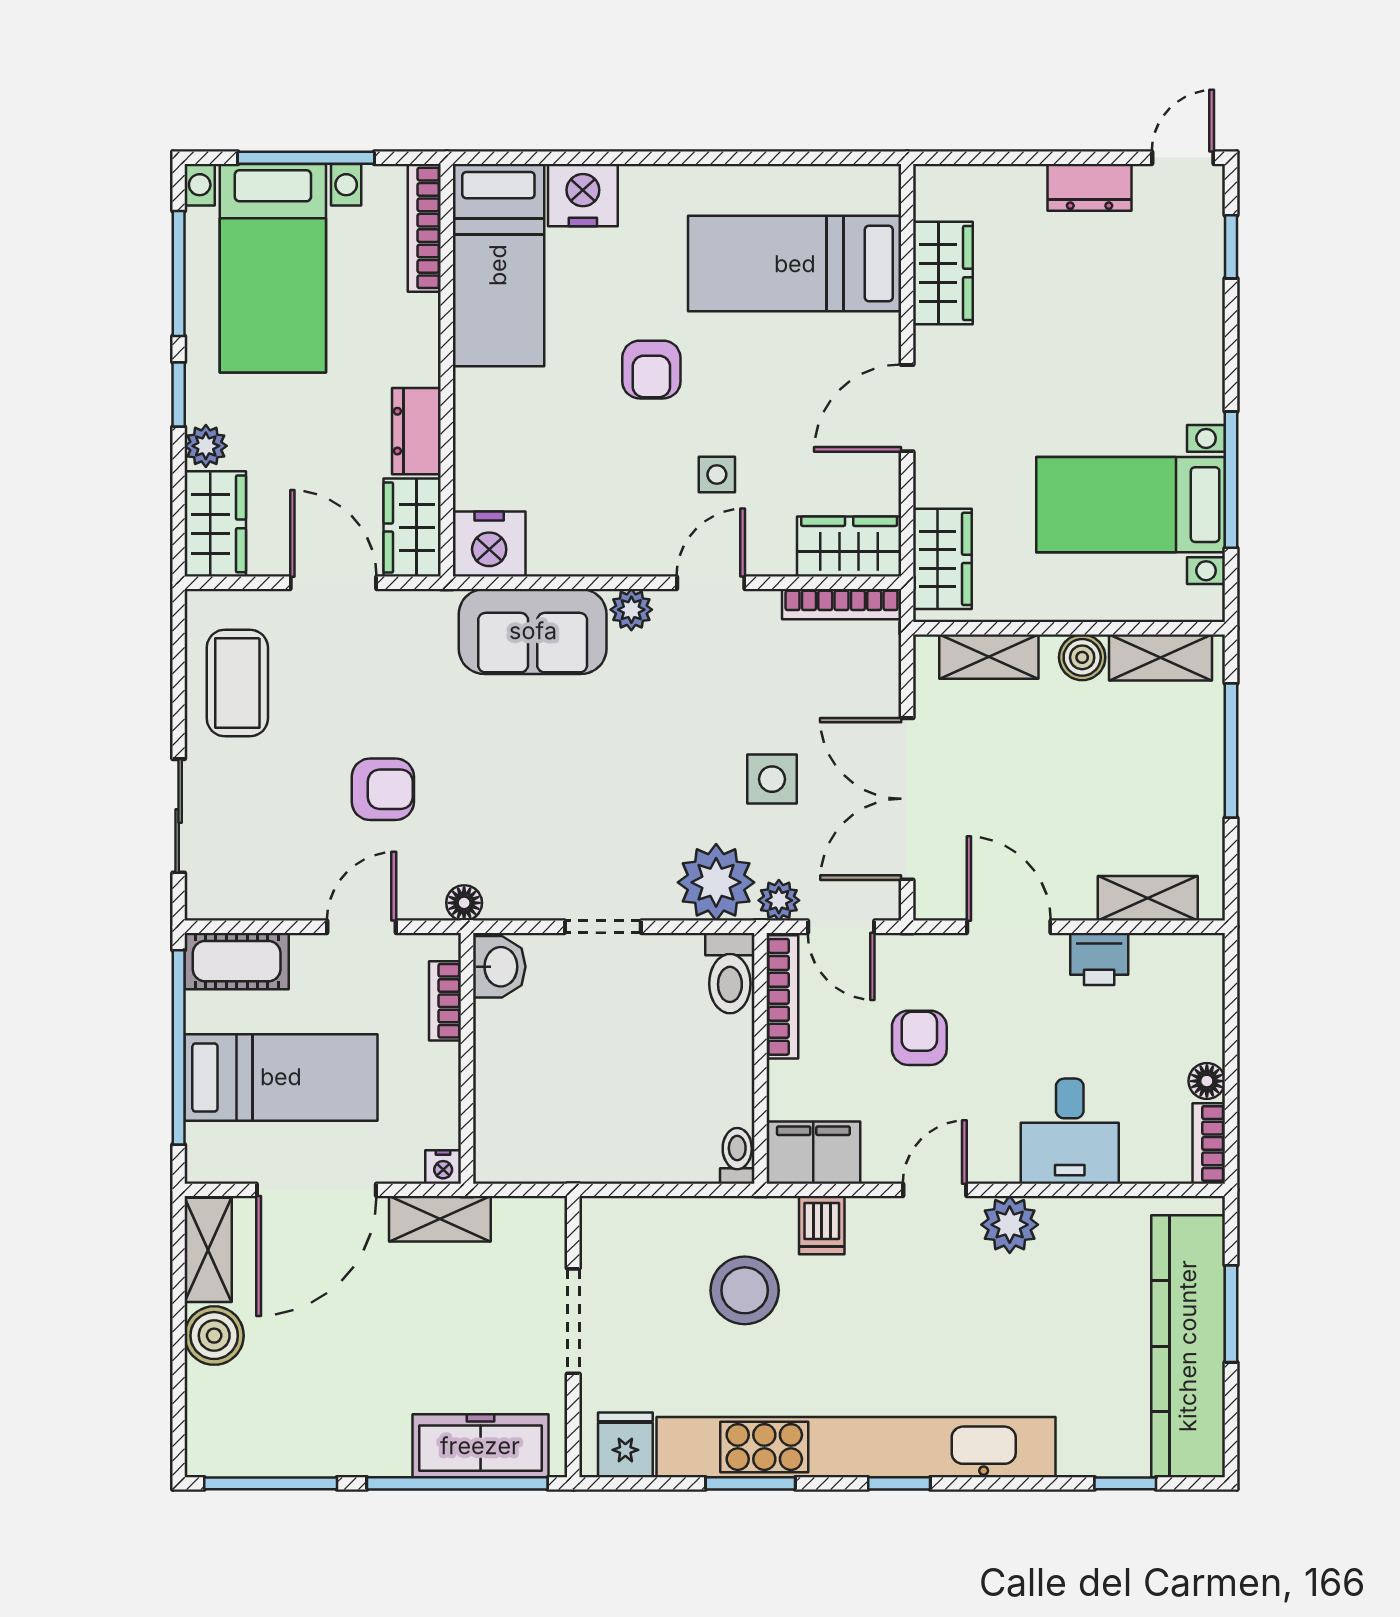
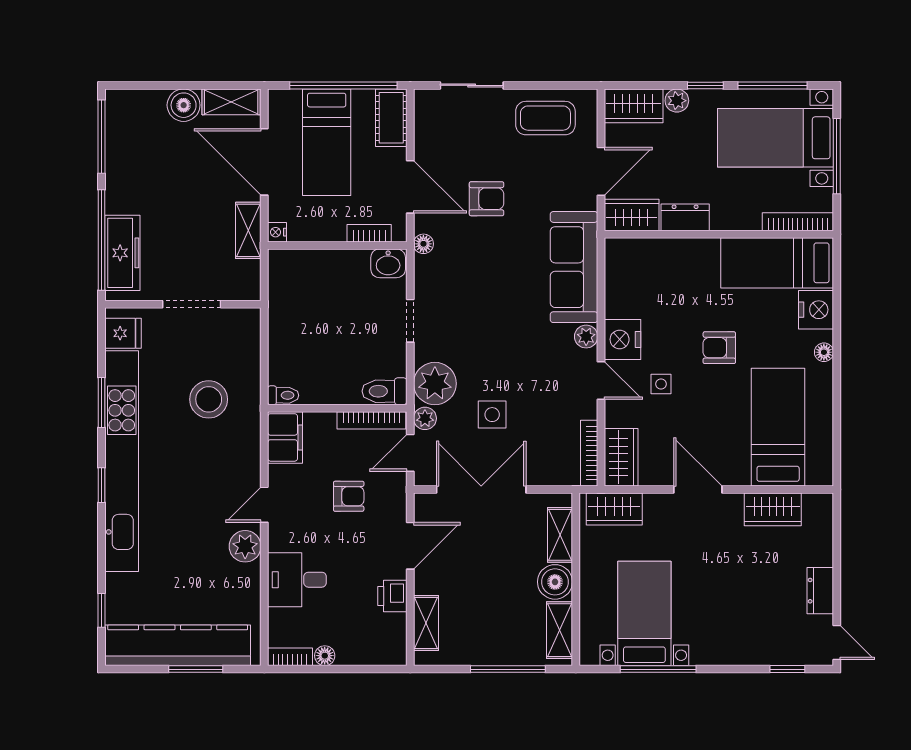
floor lamp: (660, 181) -> (824, 352), added
nightstand: (489, 544) -> (622, 339), moved
sofa: (533, 631) -> (574, 267), width x1.36
boiler: (1082, 657) -> (555, 582), width x1.36, depth x1.36
armchair: (383, 789) -> (486, 199), turned -90
door: (362, 927) -> (410, 187), width x1.38
door: (935, 1190) -> (264, 505), swing flipped
dishwasher: (822, 1225) -> (245, 442), removed

